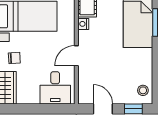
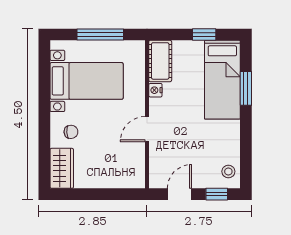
desk: (55, 88) -> (121, 168), removed
door: (103, 109) -> (179, 194), hinge flipped

